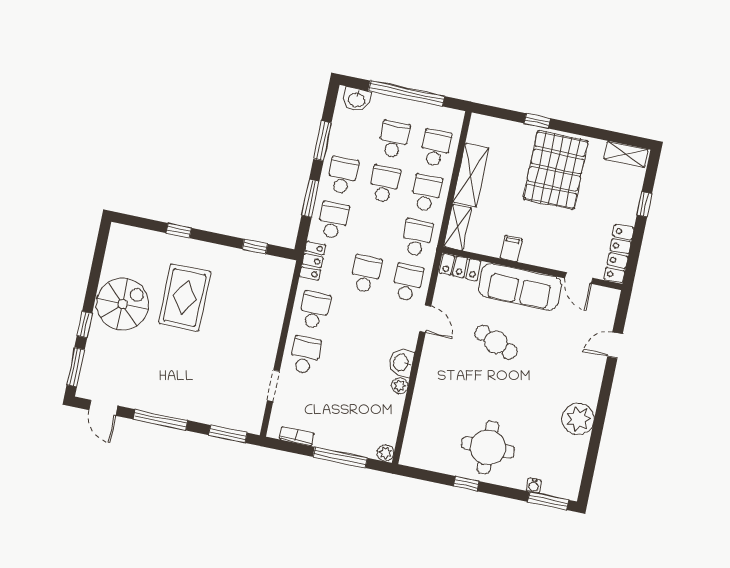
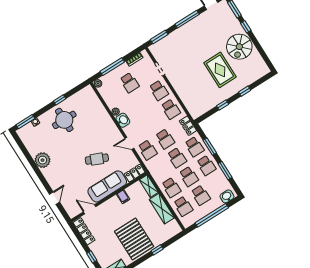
school desk: (417, 238) -> (177, 158), moved
window: (255, 246) -> (223, 105), moved
school desk: (338, 409) -> (130, 83), added

